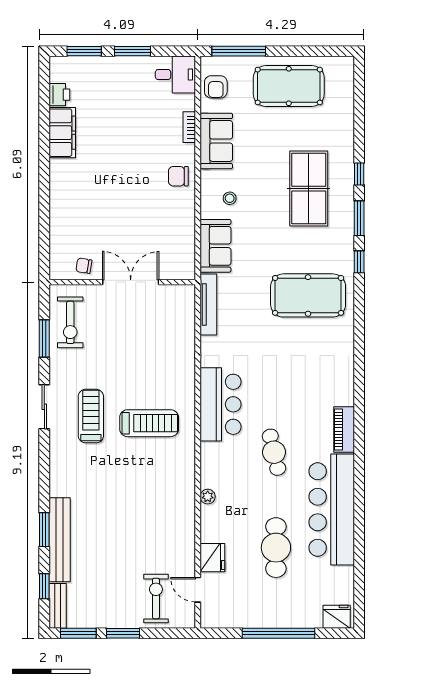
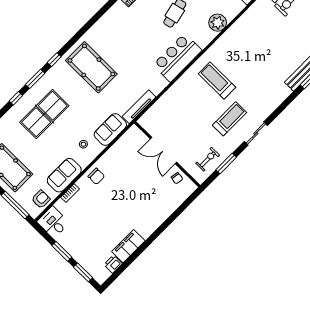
exercise bike: (70, 322) -> (208, 159), width x0.73, depth x0.72
treadmill: (91, 416) -> (230, 119), moved, turned 180
plant: (208, 497) -> (218, 23), width x1.87, depth x1.87

